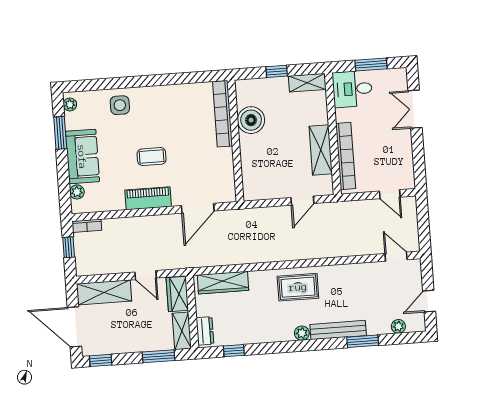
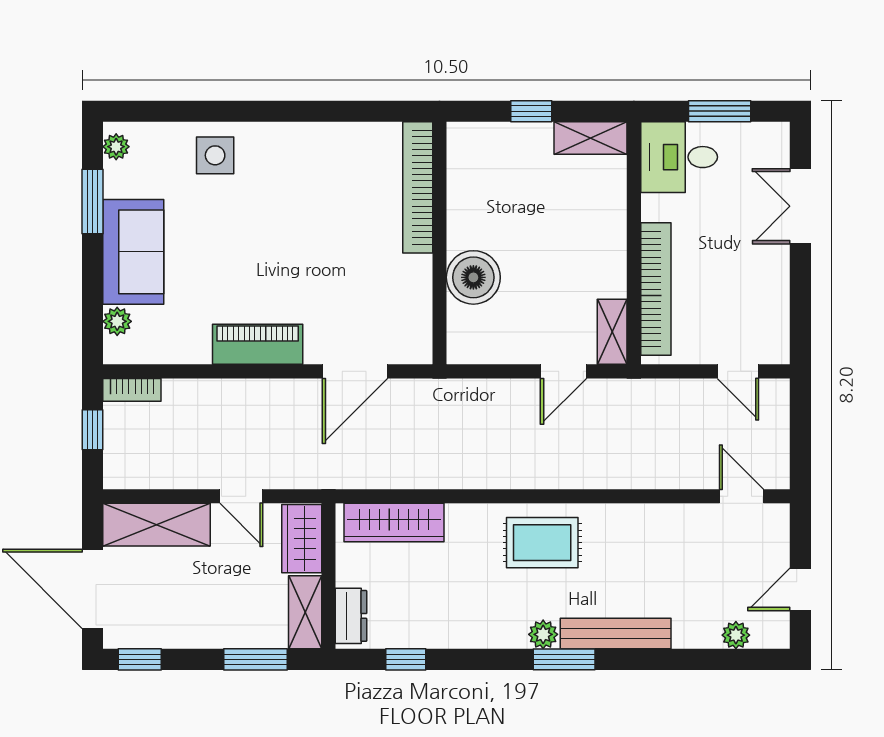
boiler: (251, 120) -> (473, 277), moved
shelving: (321, 150) -> (612, 332), moved, width x0.67, depth x0.75
coffee table: (152, 157) -> (271, 262), removed
window: (363, 341) -> (564, 659), moved

